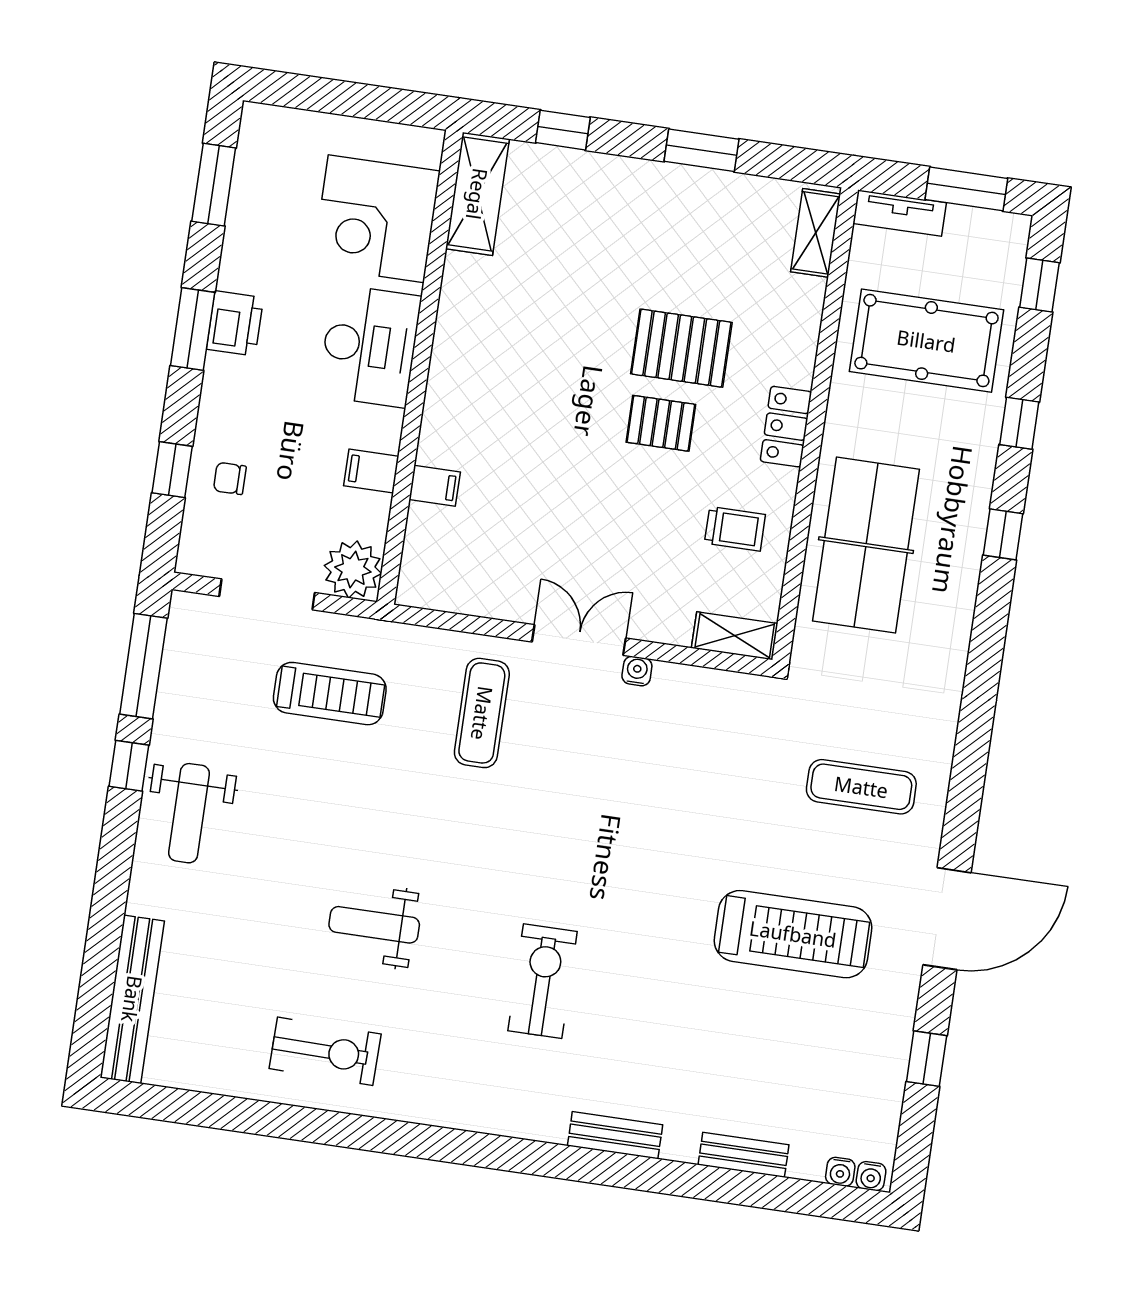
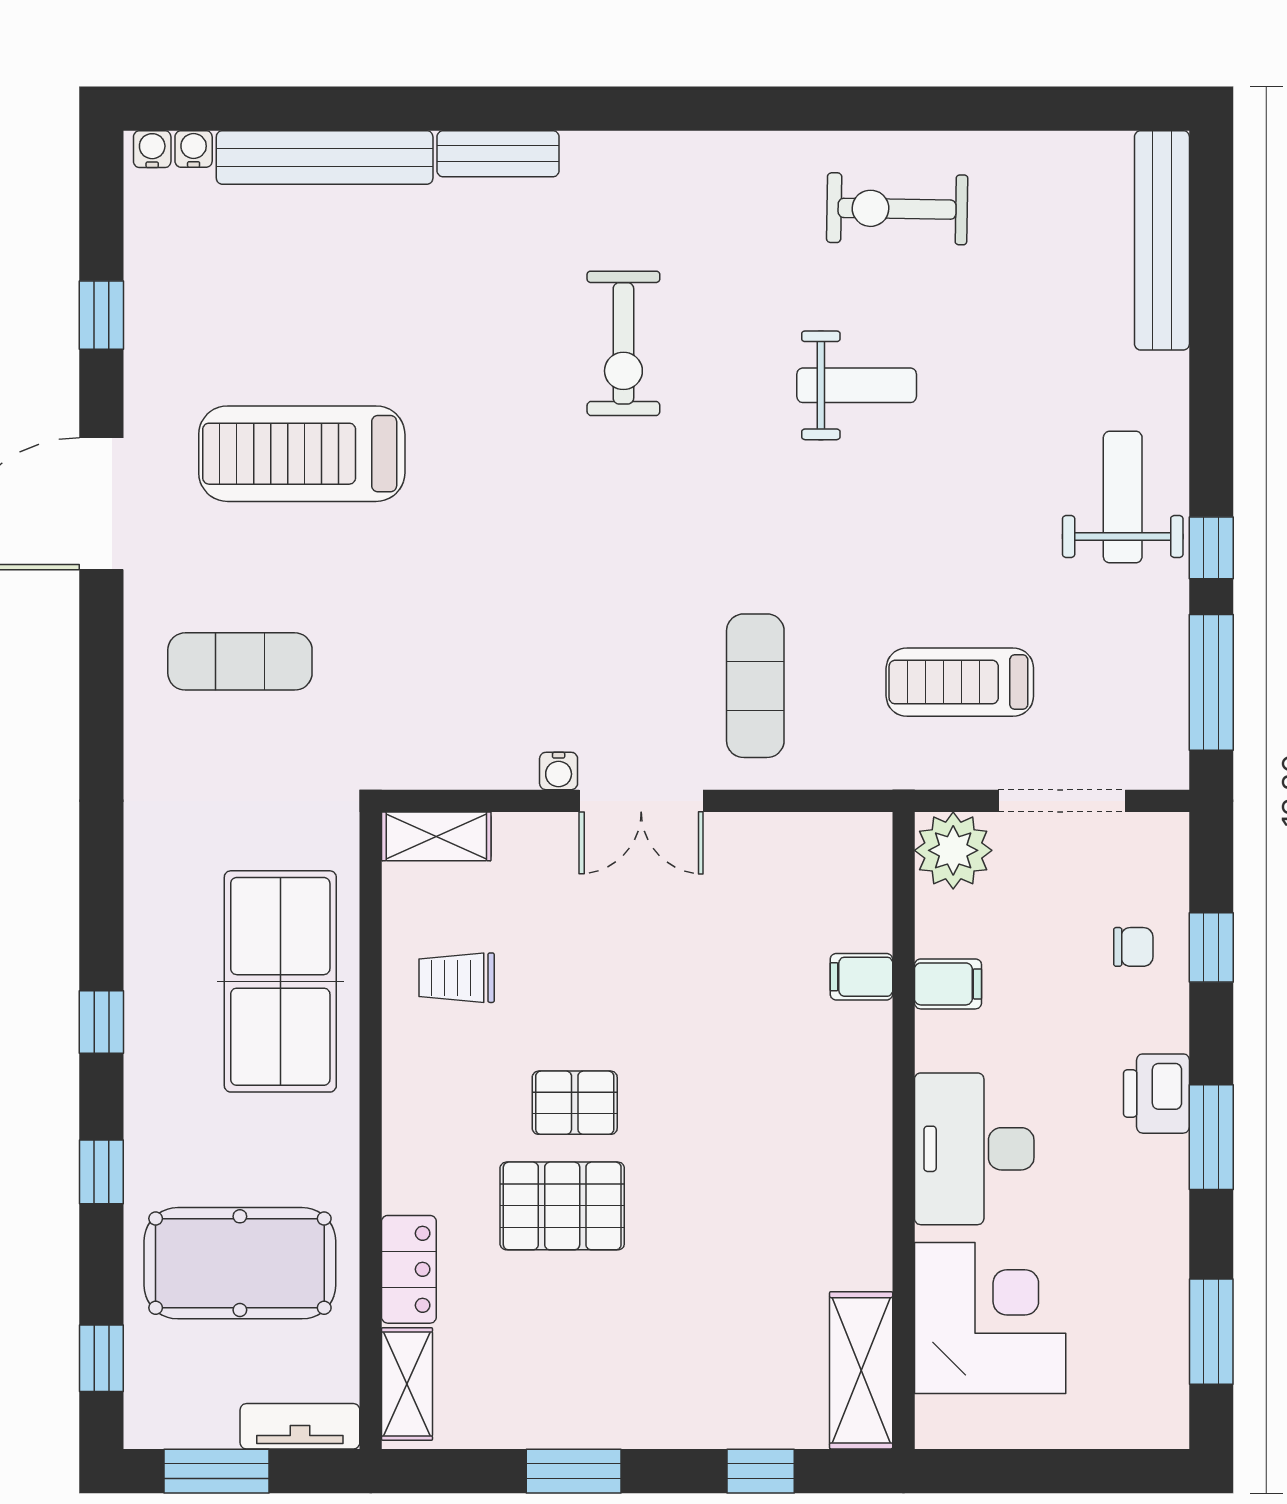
printer: (235, 323) -> (1156, 1094), moved
locker: (786, 427) -> (409, 1269), moved
bench: (744, 1155) -> (325, 157), width x1.86, depth x1.21

